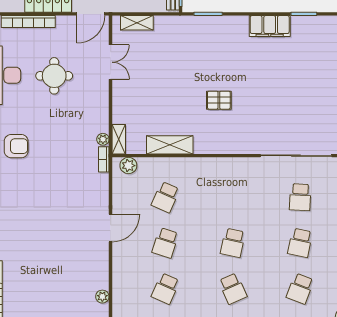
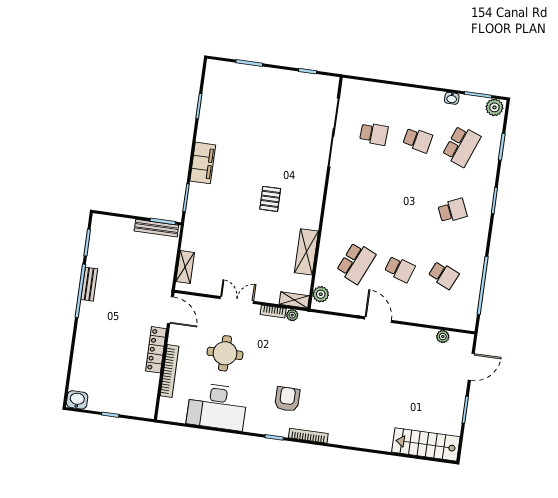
filing cabinet: (270, 26) -> (203, 163), moved
double door: (111, 62) -> (237, 300), moved
bookcase: (104, 159) -> (273, 312), moved
school desk: (165, 197) -> (356, 263), width x1.85
school desk: (233, 243) -> (409, 204), removed
school desk: (300, 289) -> (461, 146), width x1.85

